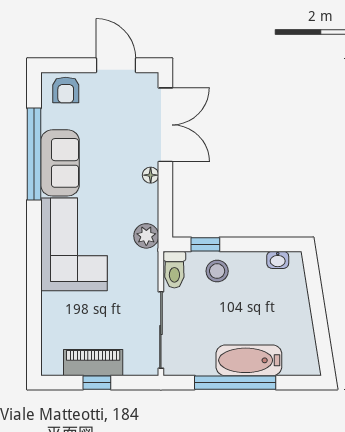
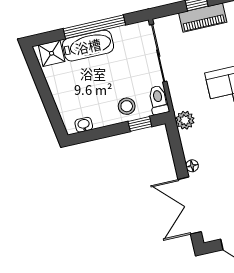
shower: (298, 361) -> (52, 53), added

